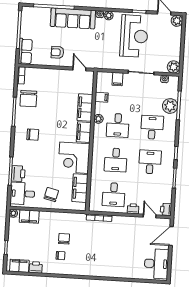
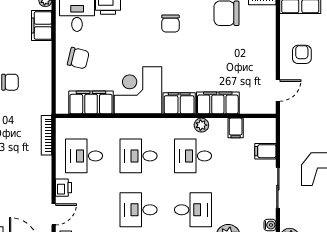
desk: (150, 162) -> (139, 210), turned 180

